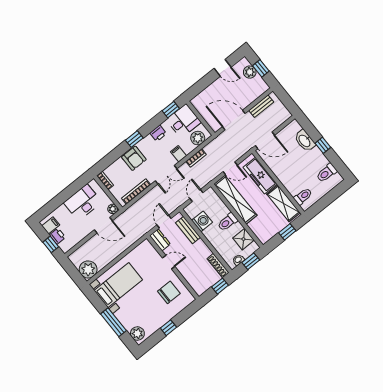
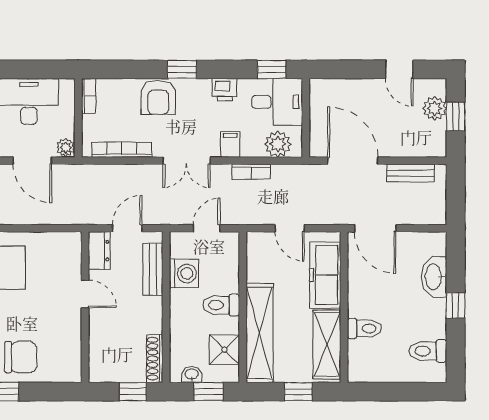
toilet: (303, 196) -> (364, 329), moved
shelving: (235, 200) -> (260, 333), moved
chair: (169, 292) -> (21, 357), moved

